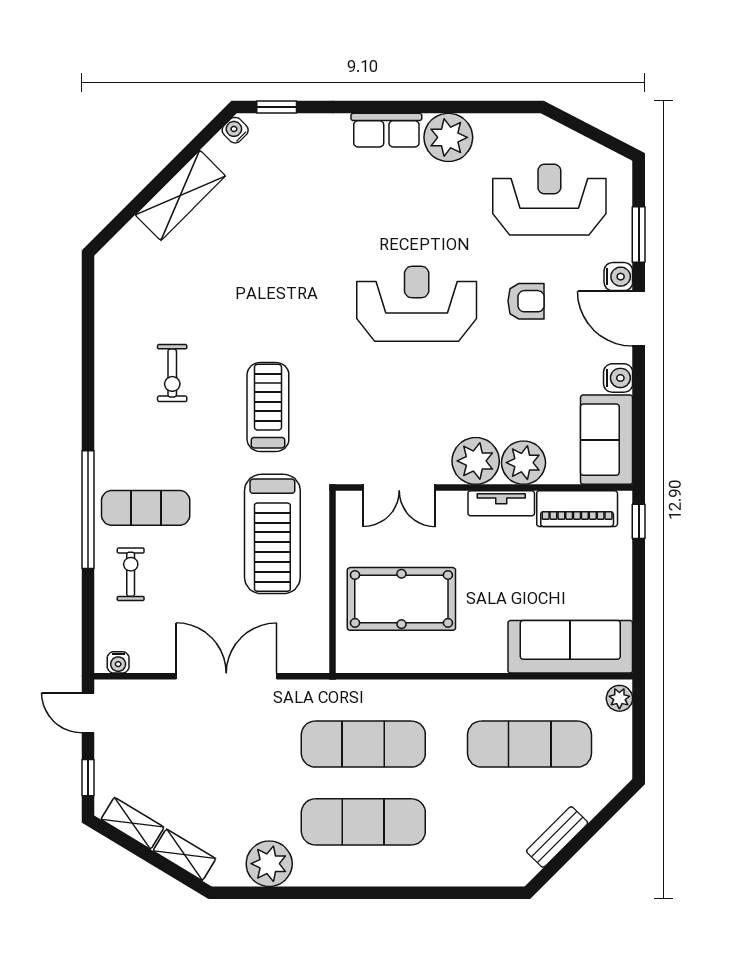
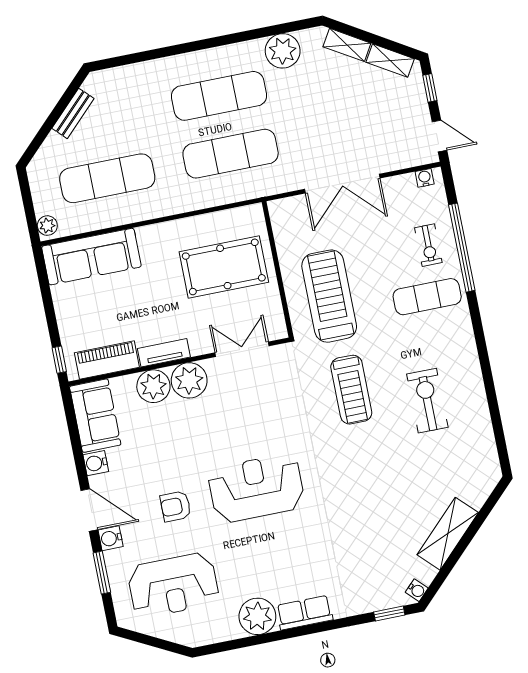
reception desk: (417, 304) -> (256, 488), turned 180
exercise bike: (172, 373) -> (427, 401), width x1.38, depth x1.39
window: (88, 510) -> (462, 248), moved

